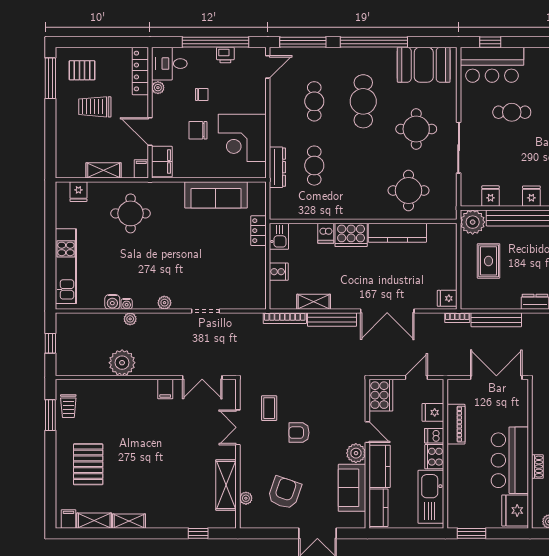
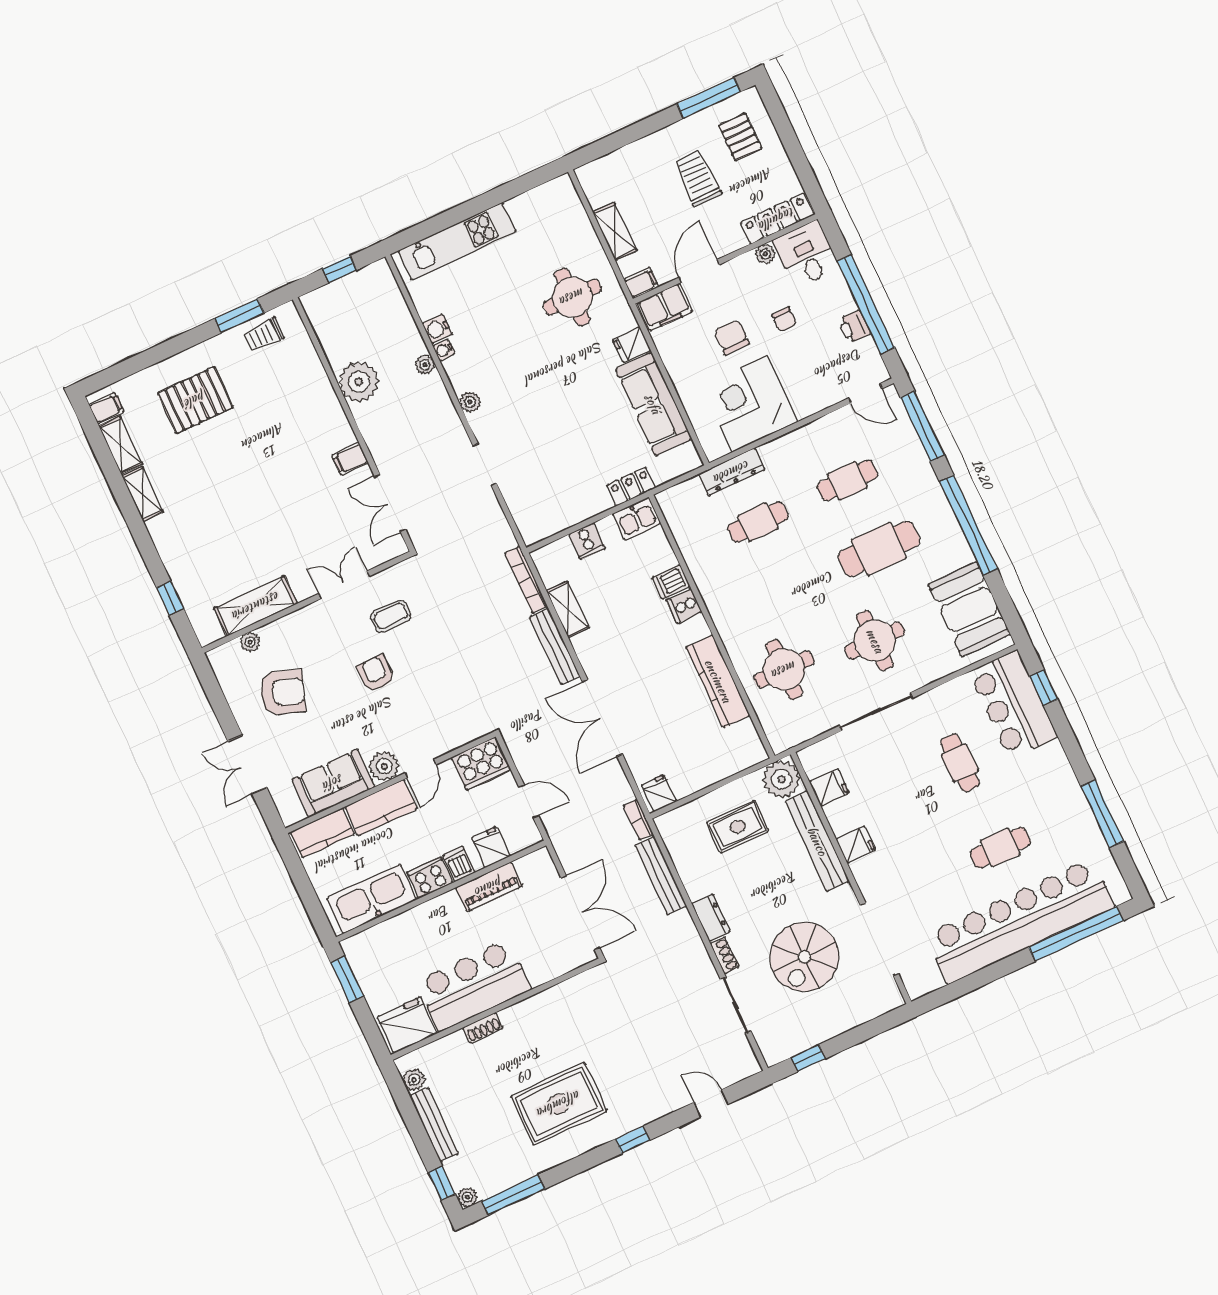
fridge: (78, 192) -> (632, 345), moved
cooker: (351, 235) -> (684, 606), width x0.53, depth x0.76

